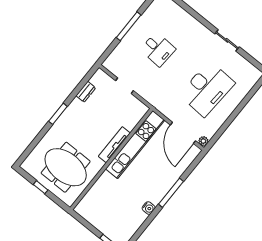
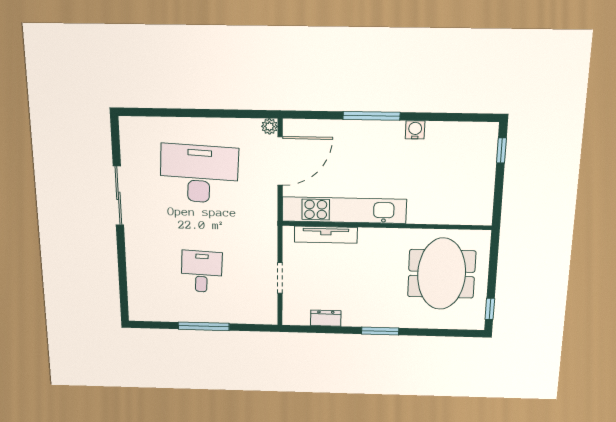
sliding door: (227, 40) -> (118, 196), width x1.37
tv unit: (114, 145) -> (326, 235), moved
window: (41, 187) -> (490, 309), moved

